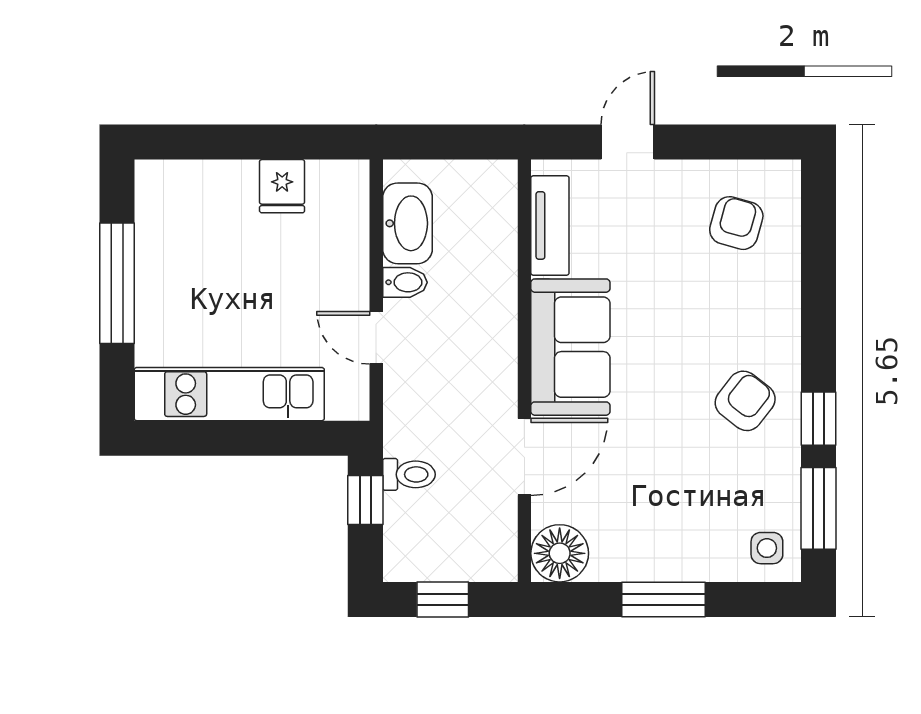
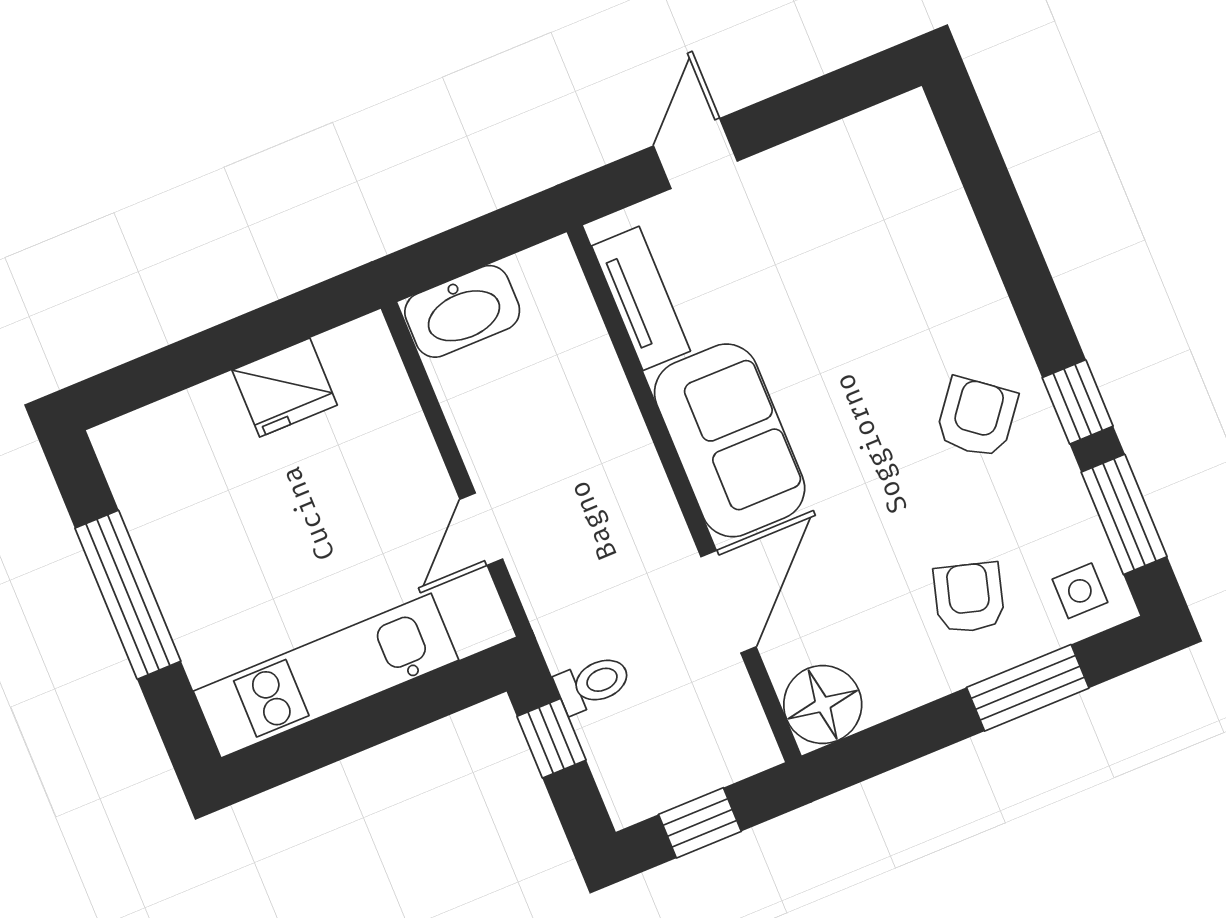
fridge: (282, 186) -> (285, 388), width x1.38
washbasin: (407, 223) -> (462, 311), moved, turned 90
armchair: (736, 223) -> (969, 598), moved
bidet: (405, 282) -> (488, 445), removed
door: (376, 338) -> (481, 529), hinge flipped
window: (664, 599) -> (1028, 688), moved

